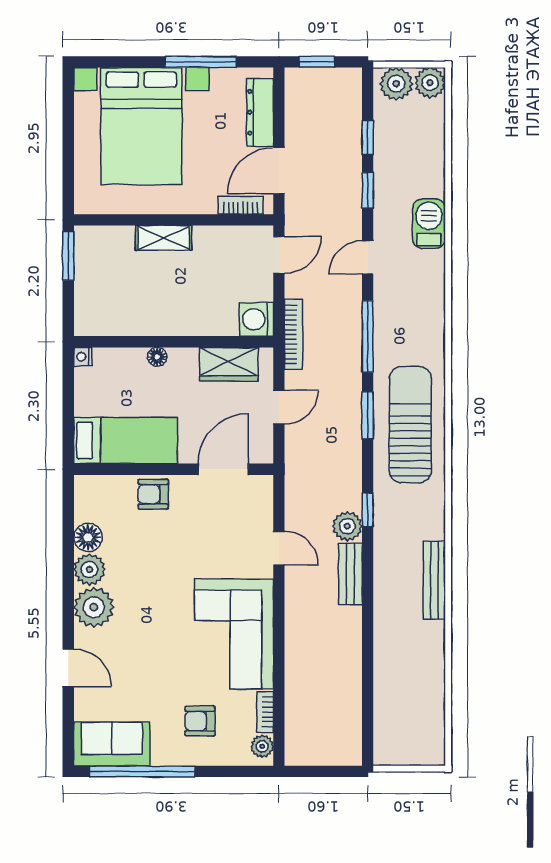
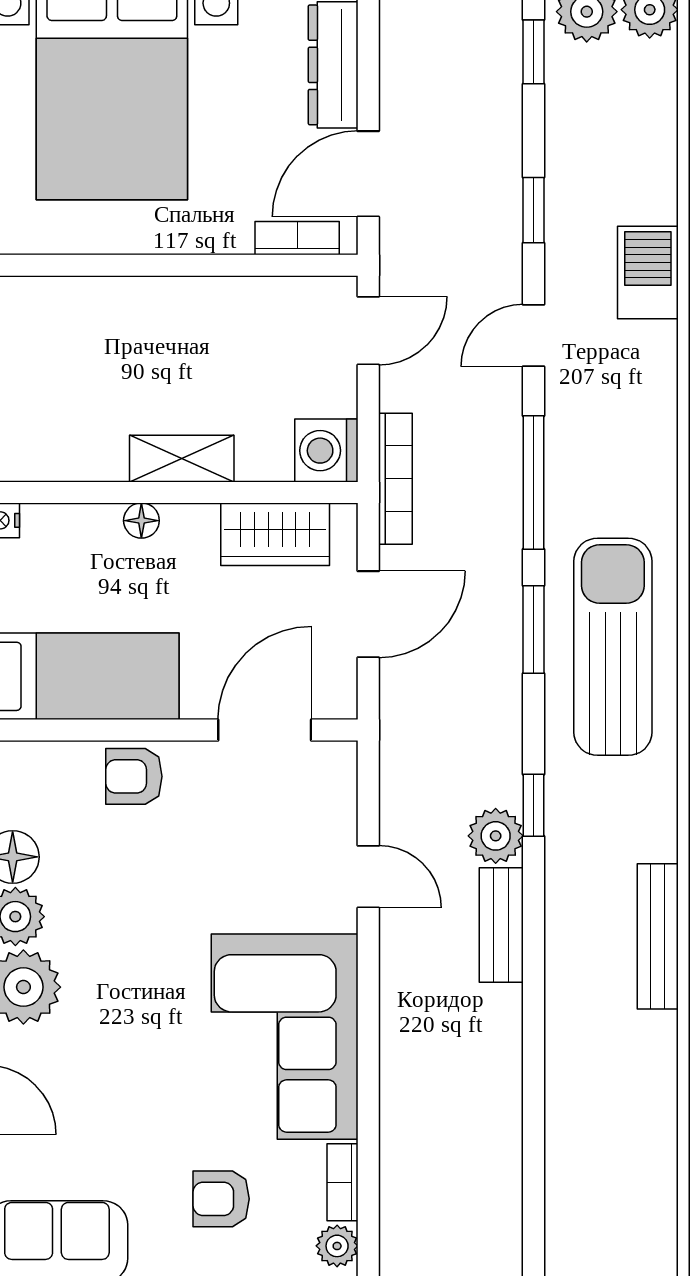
window: (368, 137) -> (534, 52), moved
shelving: (164, 238) -> (182, 459), moved
door: (279, 407) -> (368, 614), width x1.38

